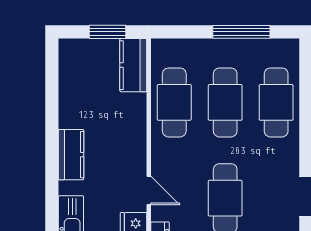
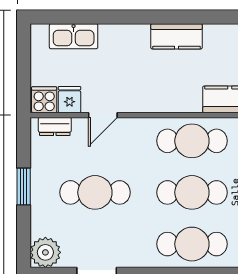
kitchen counter: (71, 155) -> (177, 36), moved

